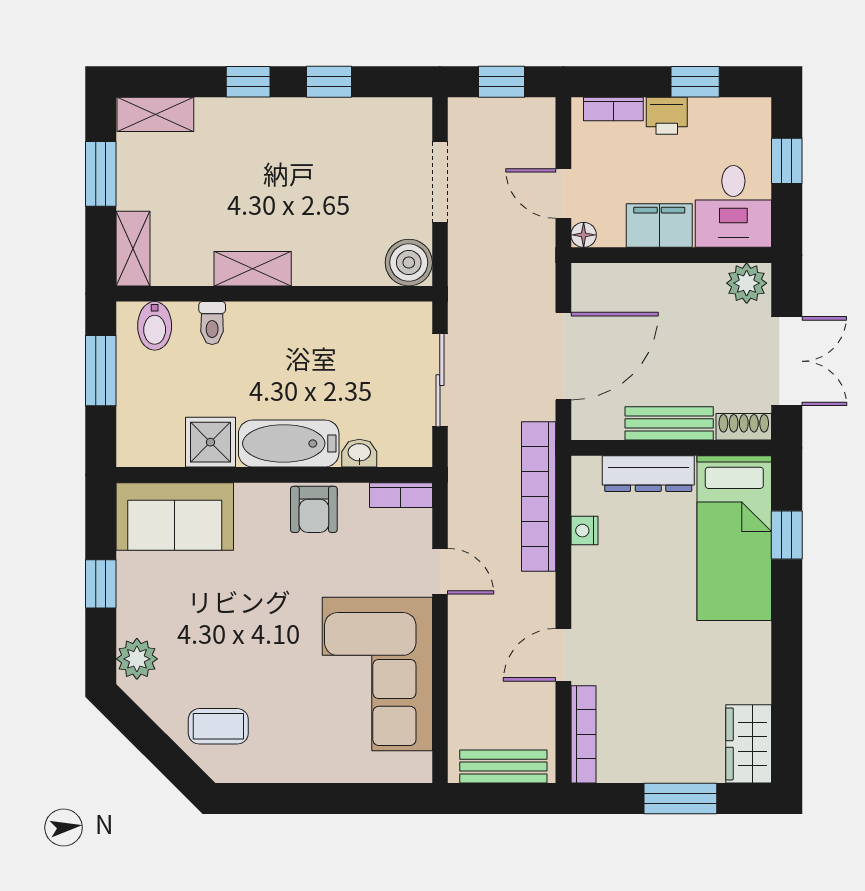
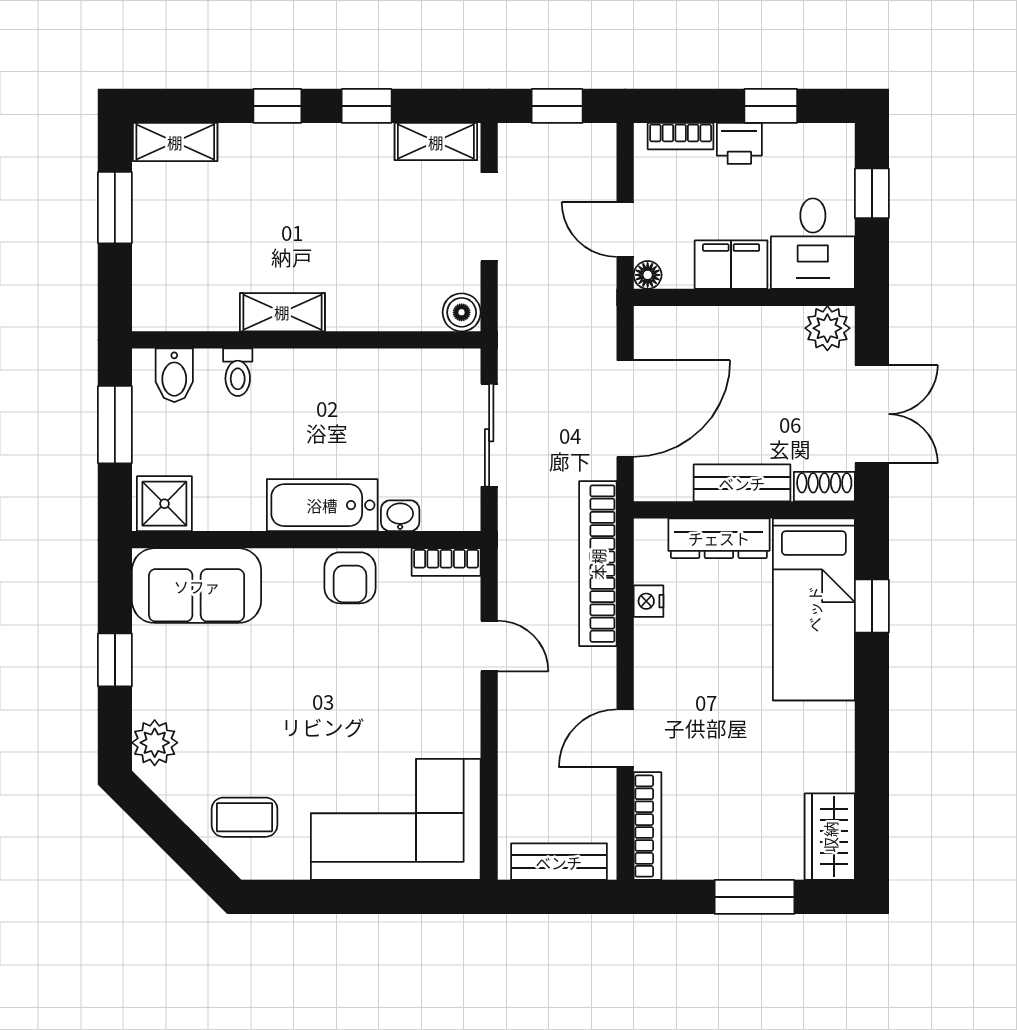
shelving: (133, 249) -> (436, 142), moved, turned 90
boiler: (409, 263) -> (462, 312), width x0.73, depth x0.73
shower: (210, 442) -> (164, 504), moved
corner sofa: (377, 674) -> (396, 819), moved, turned 90

